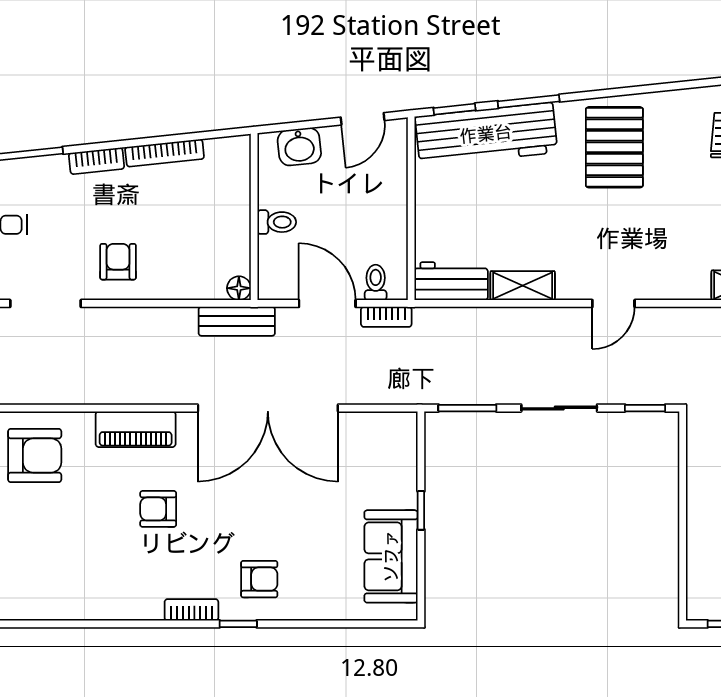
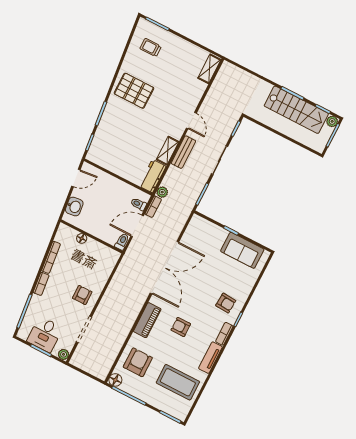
door: (363, 119) -> (76, 178), hinge flipped
workbench: (486, 134) -> (105, 135), removed
toilet: (277, 222) -> (122, 242), moved
armchair: (118, 262) -> (82, 295), turned 90
floor lamp: (239, 288) -> (82, 238), moved
plant: (428, 320) -> (162, 192), added
bench: (237, 321) -> (183, 152), moved
armchair: (158, 509) -> (181, 327), turned 90
coffee table: (36, 564) -> (178, 382), added
armchair: (259, 579) -> (226, 303), turned 94
tv unit: (125, 606) -> (210, 358), added

